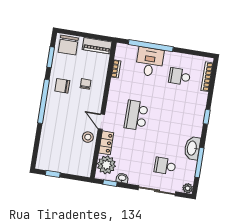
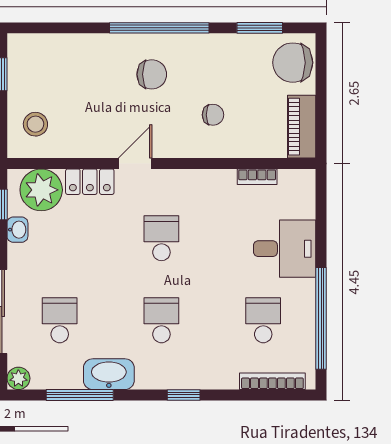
window: (151, 46) -> (321, 318), moved
chair: (62, 86) -> (152, 74), moved, turned 90
school desk: (136, 115) -> (161, 238), width x0.54
school desk: (172, 121) -> (161, 320), added
stool: (88, 137) -> (35, 124), moved

